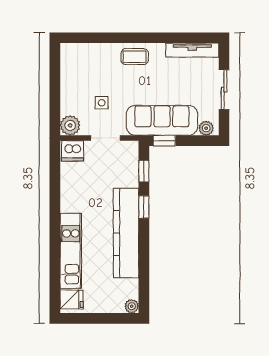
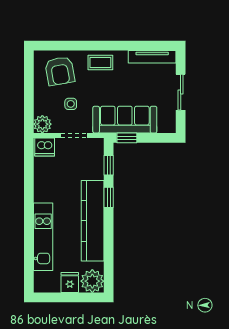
armchair: (89, 66) -> (60, 71), added
plant: (206, 128) -> (164, 127), removed
fridge: (72, 299) -> (70, 282), moved, turned -90
plant: (132, 306) -> (92, 281), width x1.87, depth x1.87

